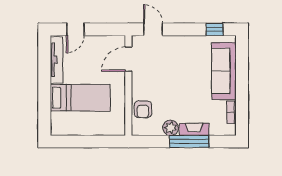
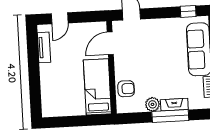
tv unit: (57, 60) -> (44, 47), width x0.71
bed: (80, 98) -> (97, 87), moved, turned -90
armchair: (143, 109) -> (126, 89), turned -90

